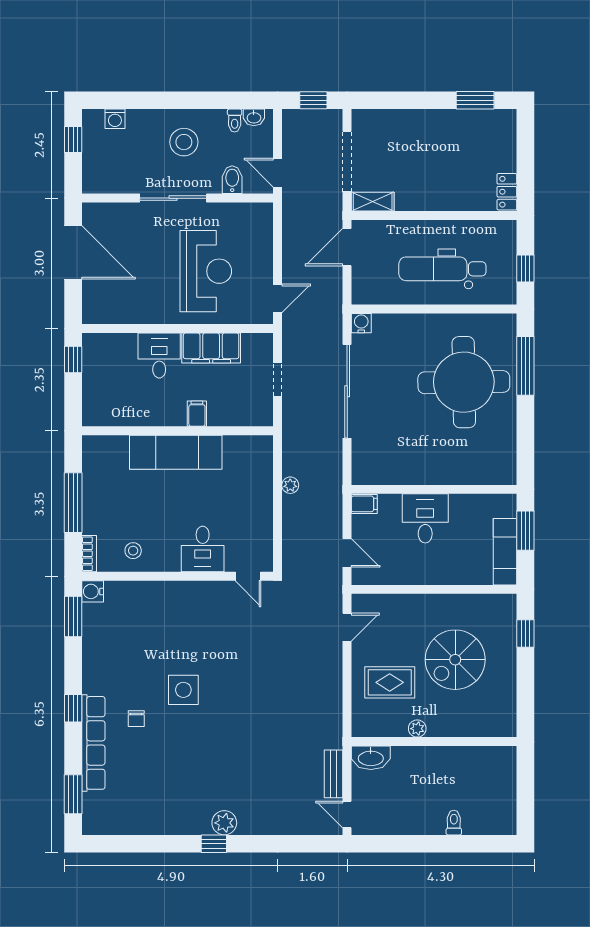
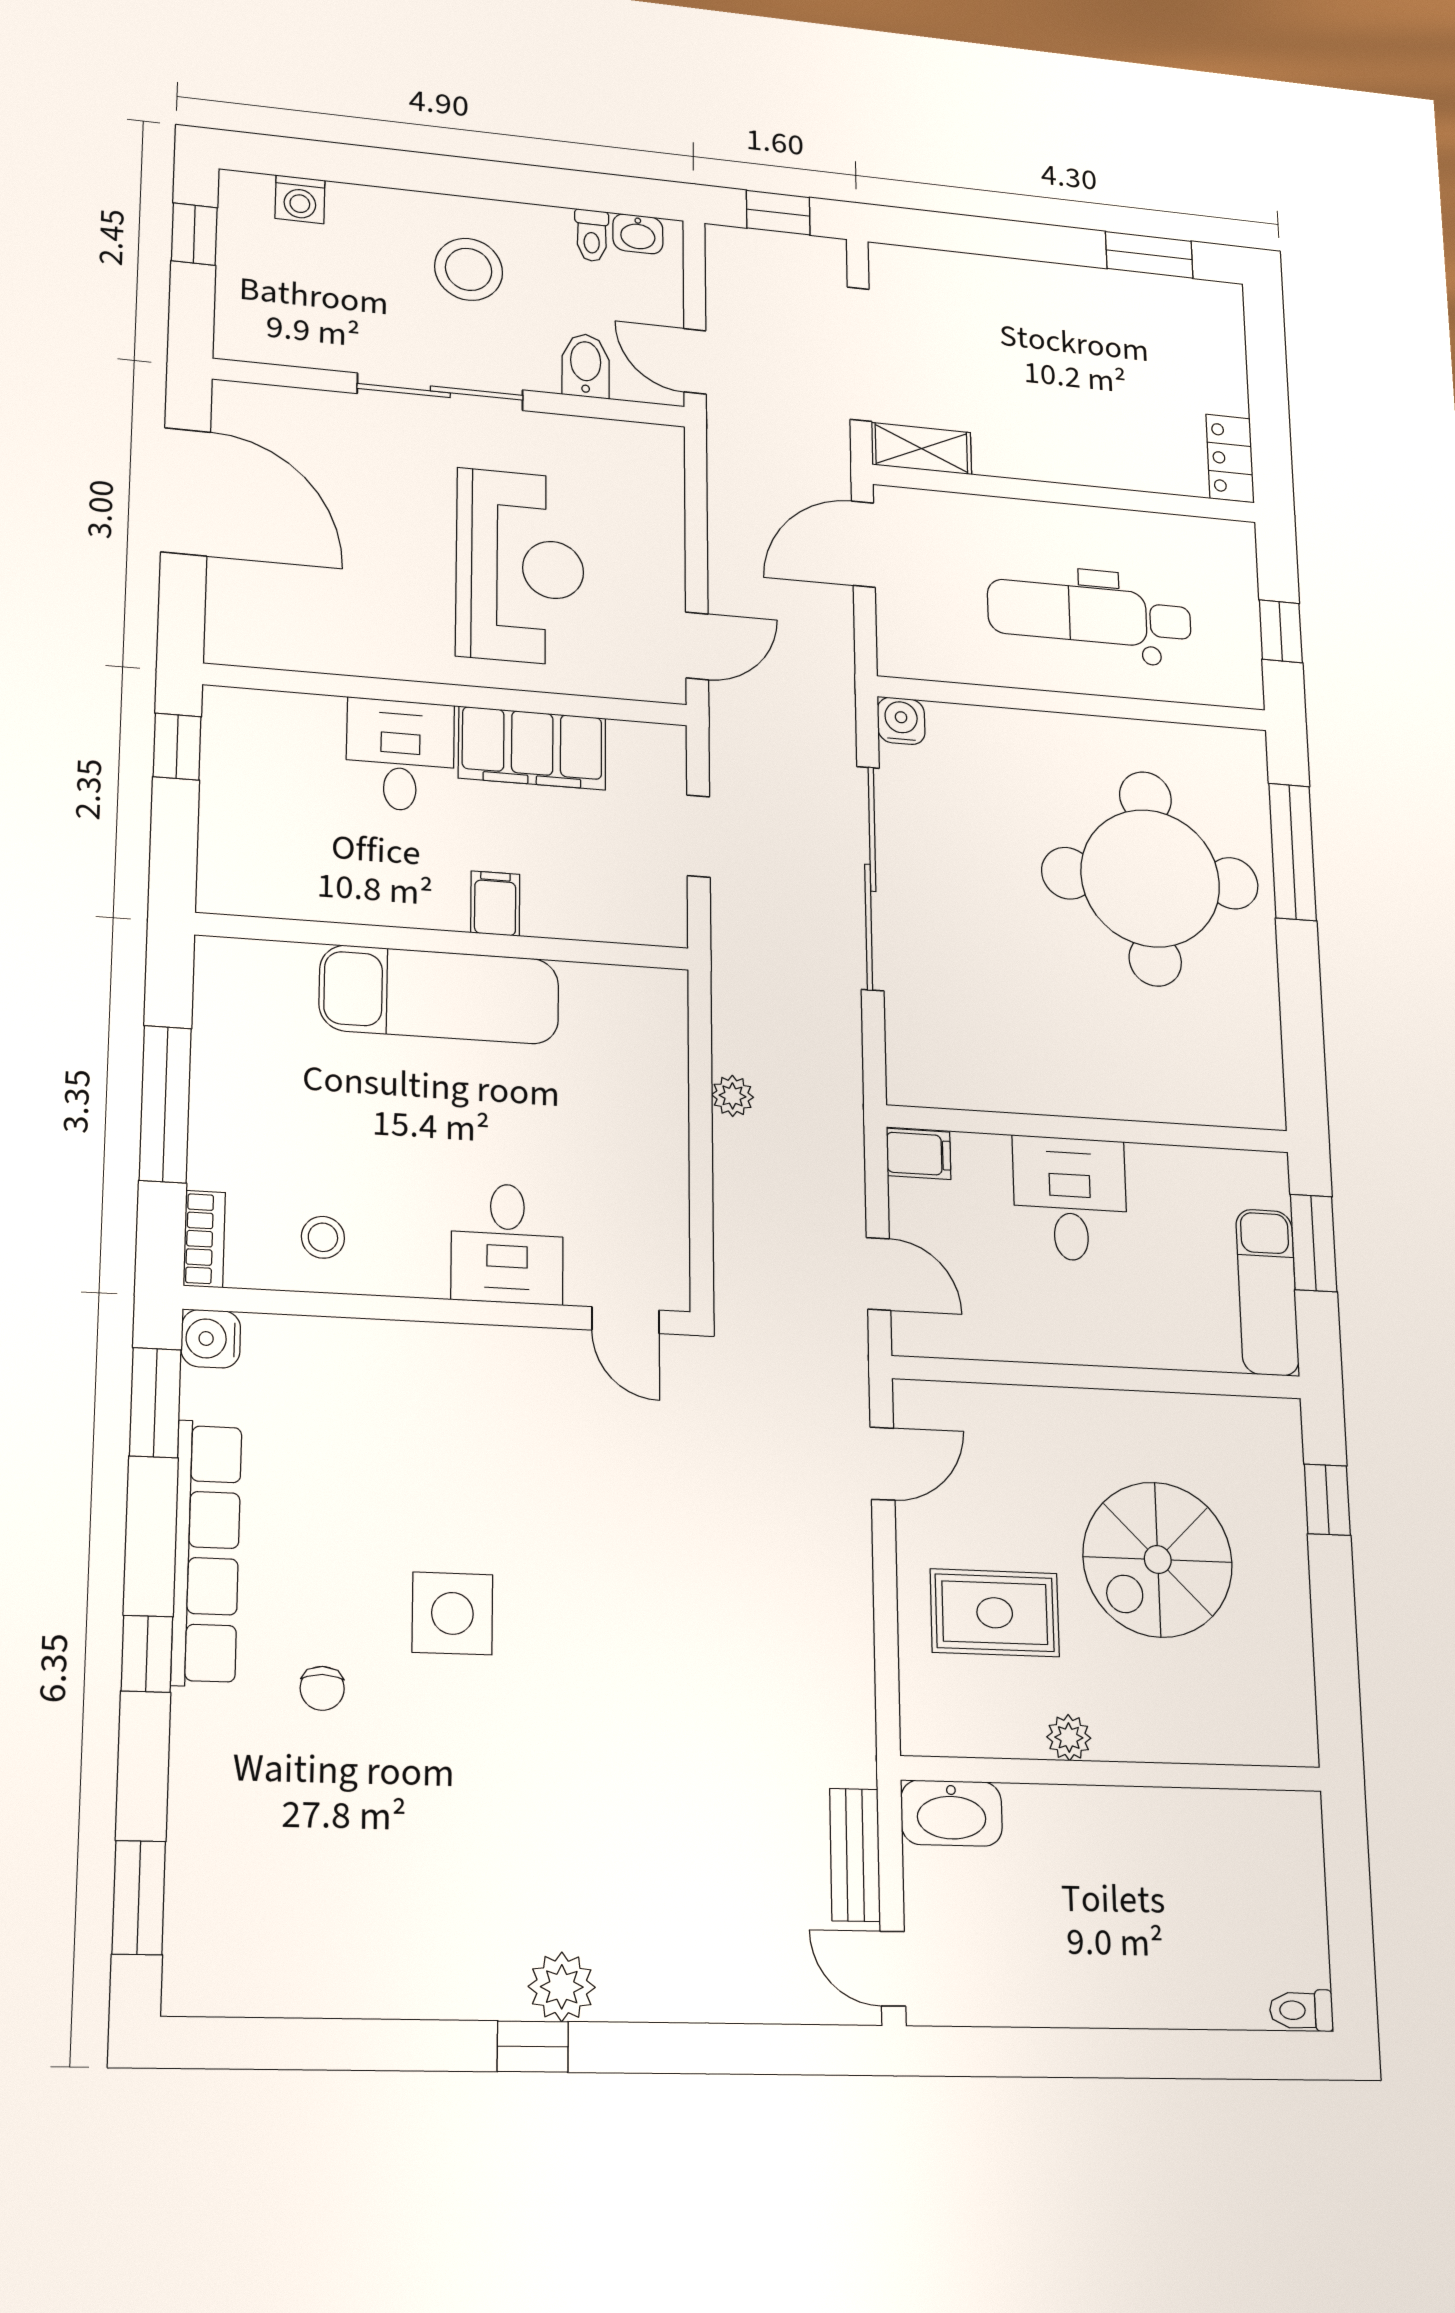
row of seats: (93, 743) -> (207, 1553), moved
toilet: (454, 823) -> (1301, 2010), moved, turned -90

